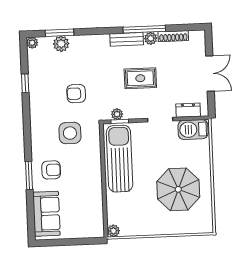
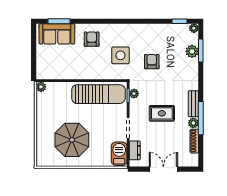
double door: (210, 73) -> (163, 169), swing flipped
rug: (140, 78) -> (162, 113), turned 90
window: (25, 83) -> (179, 21), moved
armchair: (51, 170) -> (92, 39), turned 180
window: (29, 175) -> (59, 21), moved

